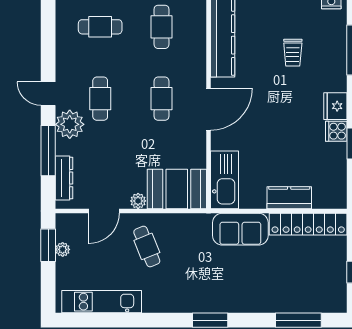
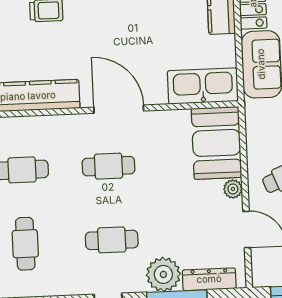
plant: (70, 124) -> (163, 274), moved

